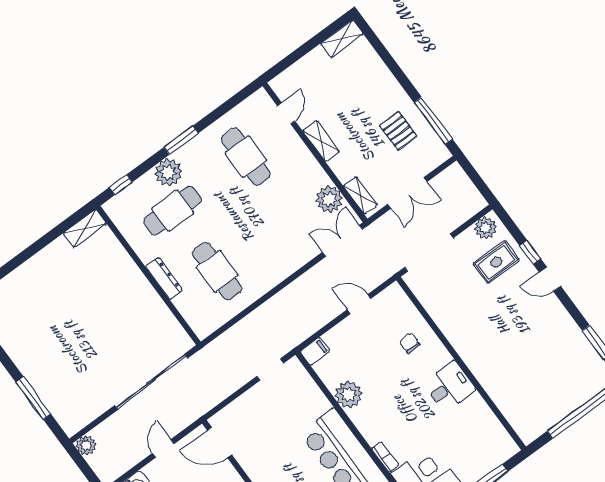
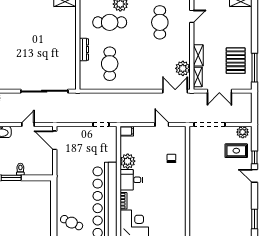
pallet: (398, 131) -> (236, 61), width x1.50, depth x1.42
shelving: (321, 141) -> (198, 55), moved
desk: (449, 387) -> (131, 180), moved, turned 180

